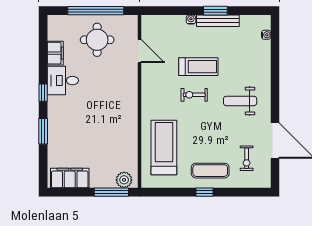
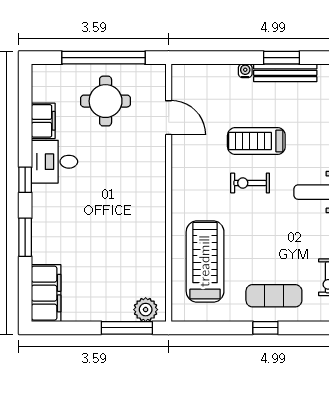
treadmill: (198, 67) -> (256, 141), turned 180
filing cabinet: (70, 178) -> (46, 293), moved, turned 90

